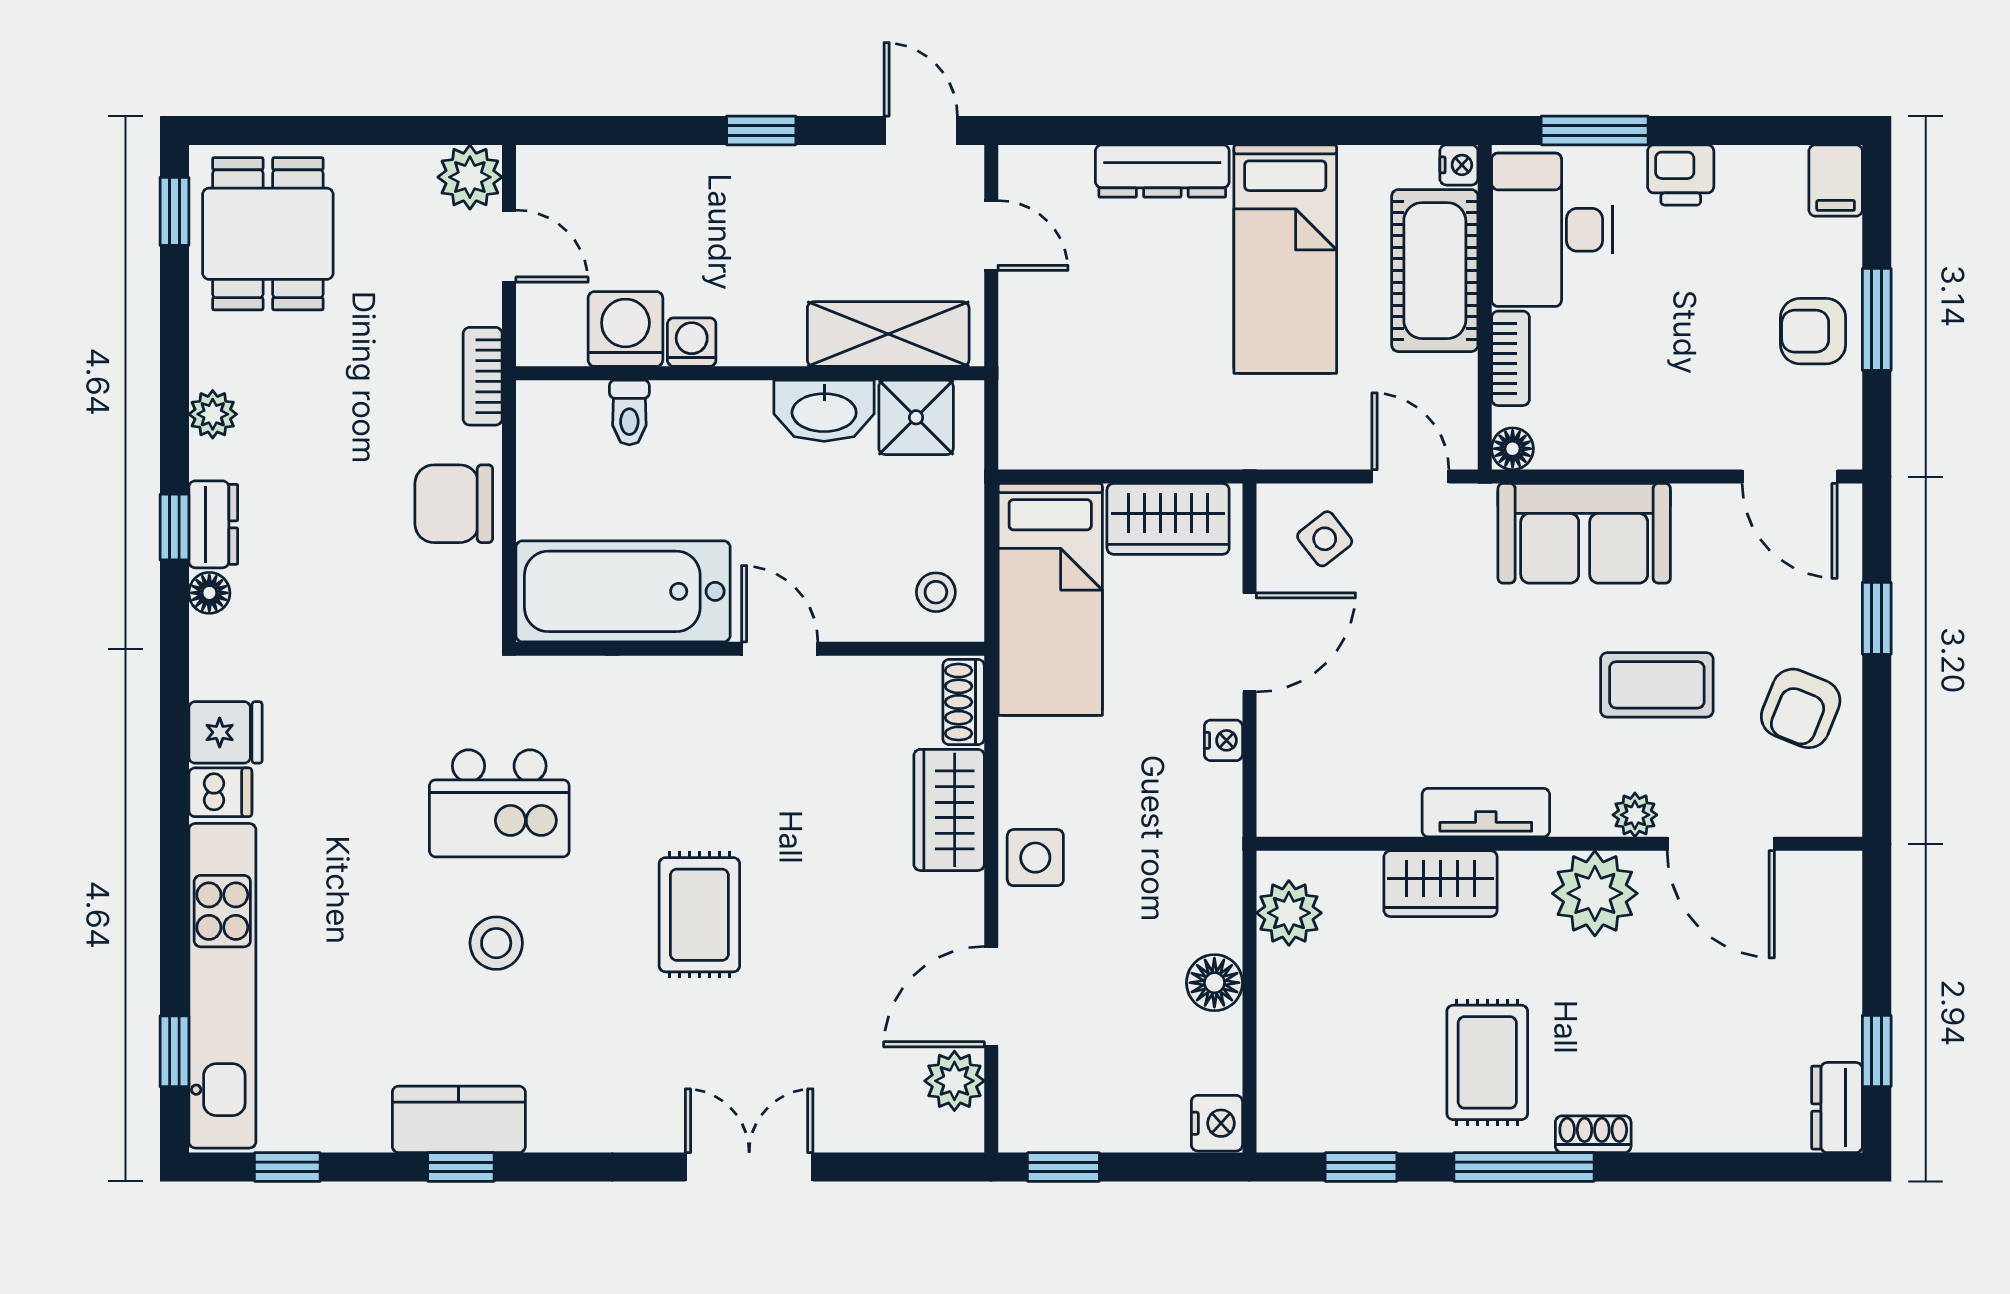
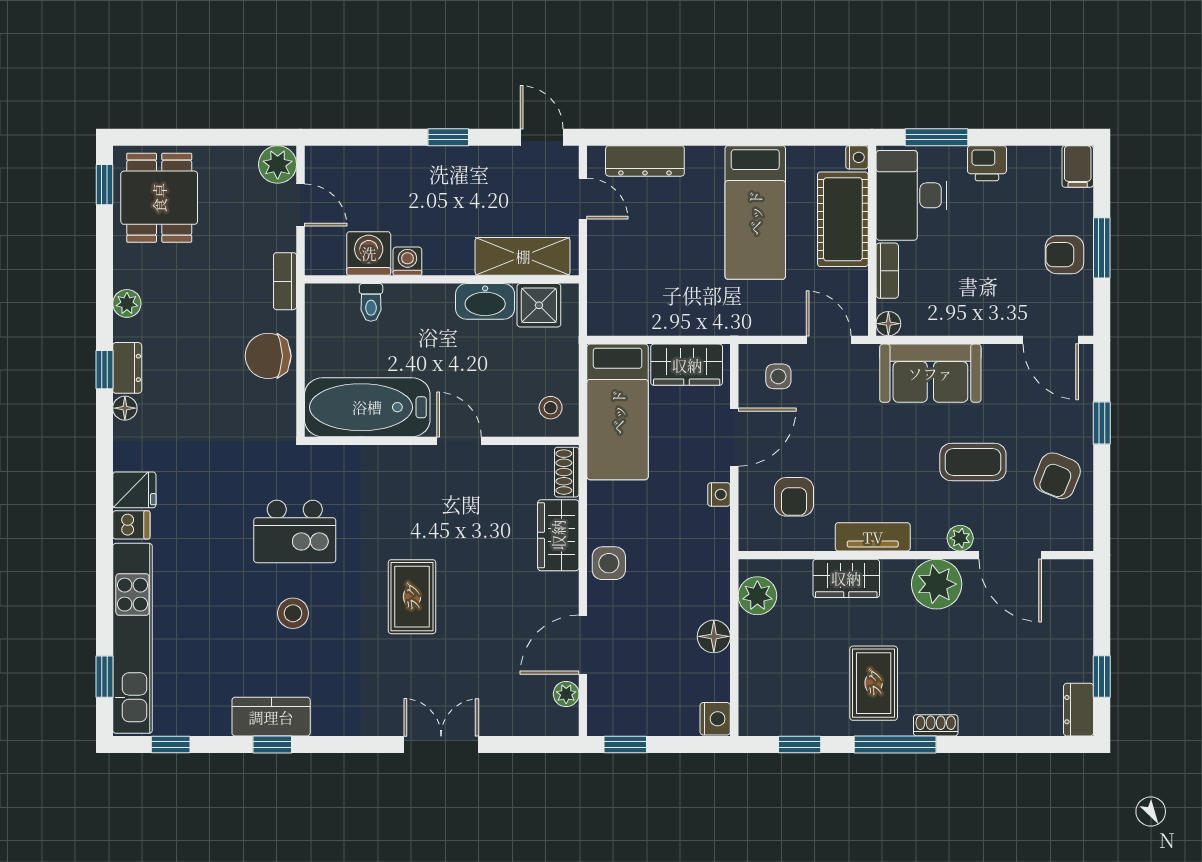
dresser: (1162, 171) -> (645, 161), moved
side table: (1325, 539) -> (778, 376), turned 38
armchair: (1351, 744) -> (794, 497), added
plant: (954, 1081) -> (566, 694), width x0.73, depth x0.73

